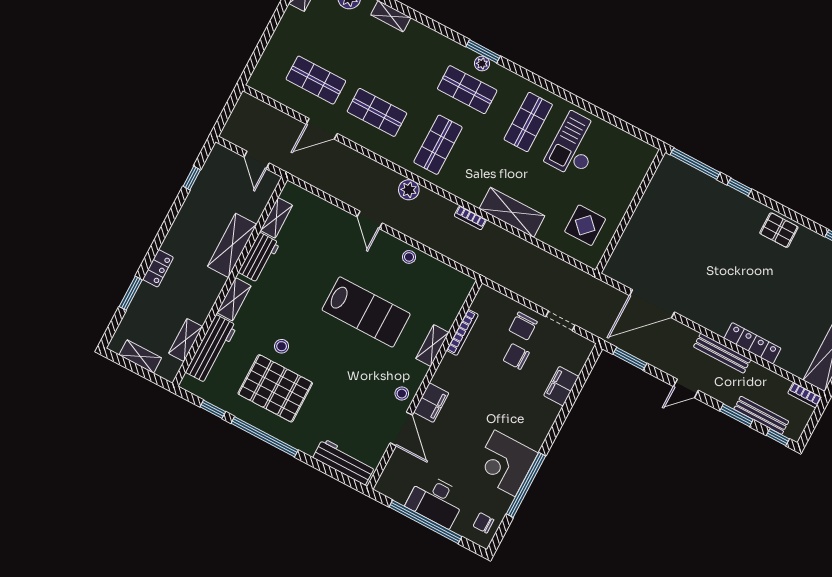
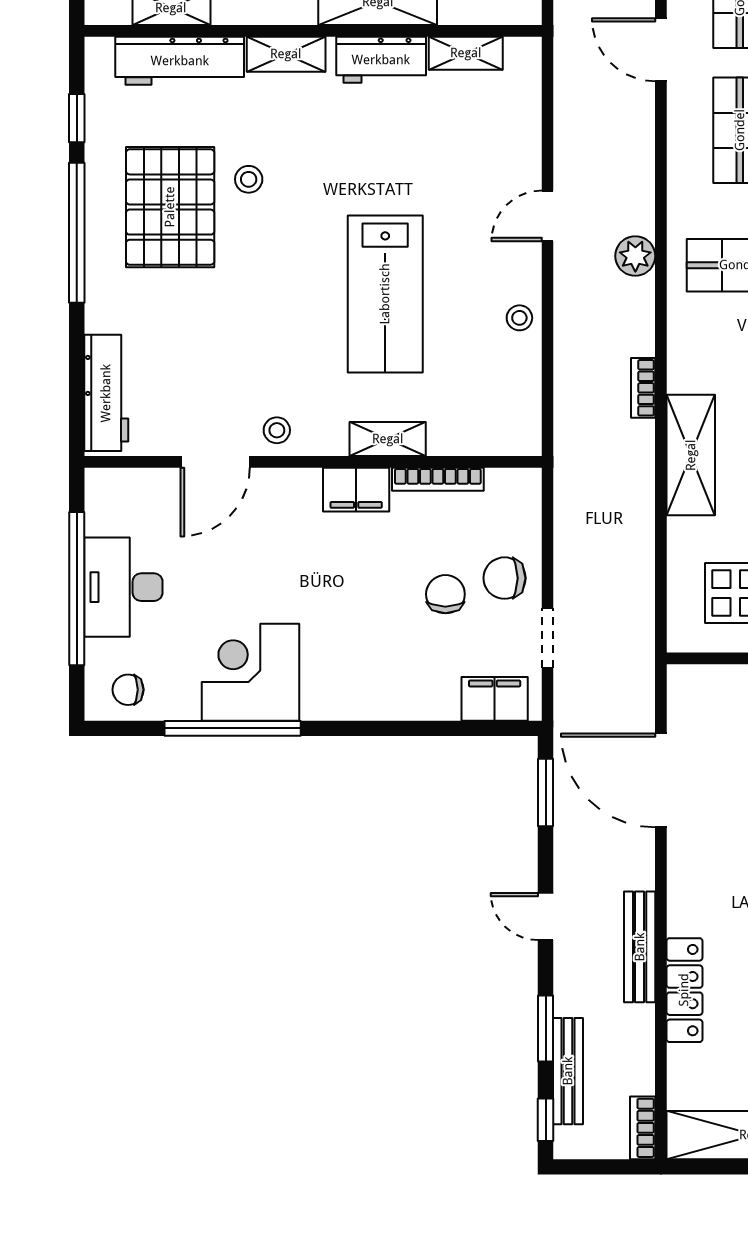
filing cabinet: (561, 386) -> (495, 699), moved
filing cabinet: (431, 403) -> (356, 490), moved
chair: (483, 523) -> (128, 690), turned -90

